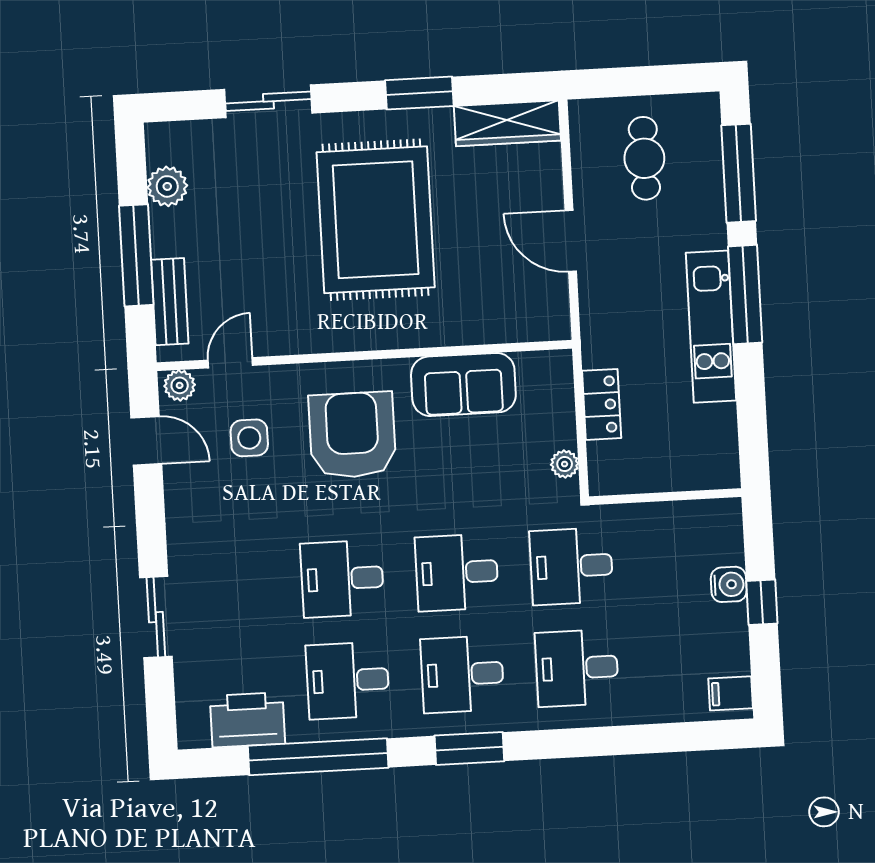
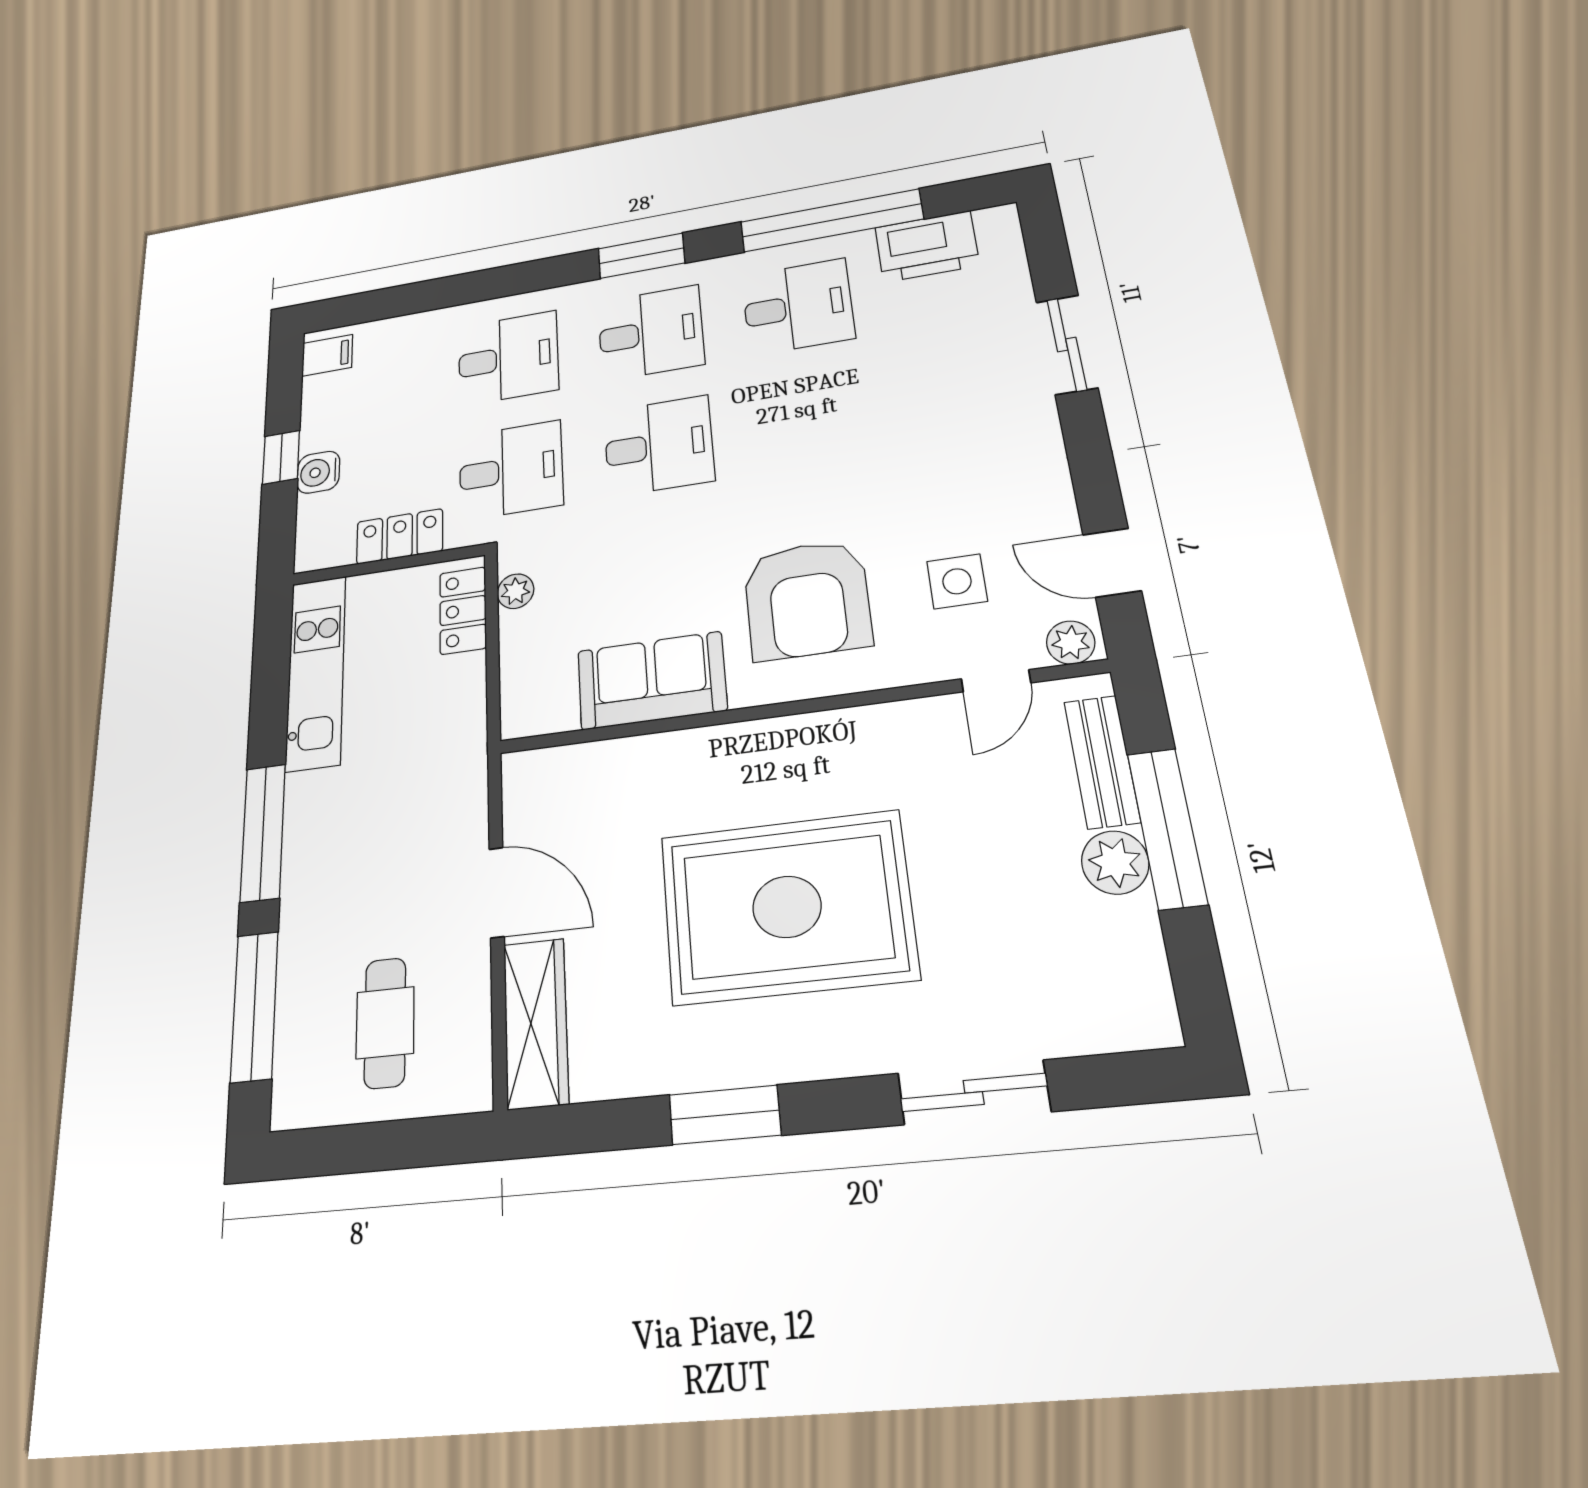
wardrobe: (507, 123) -> (536, 1023), moved, turned 90
plant: (167, 186) -> (1115, 862), moved
rug: (376, 220) -> (787, 907), turned 90
kitchen unit: (711, 327) -> (316, 672), moved
locker: (602, 404) -> (463, 611), moved
locker: (657, 520) -> (400, 536), added
desk: (342, 579) -> (812, 421), removed

